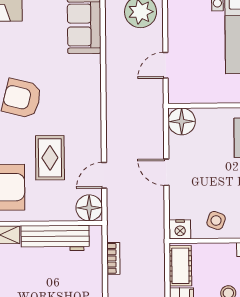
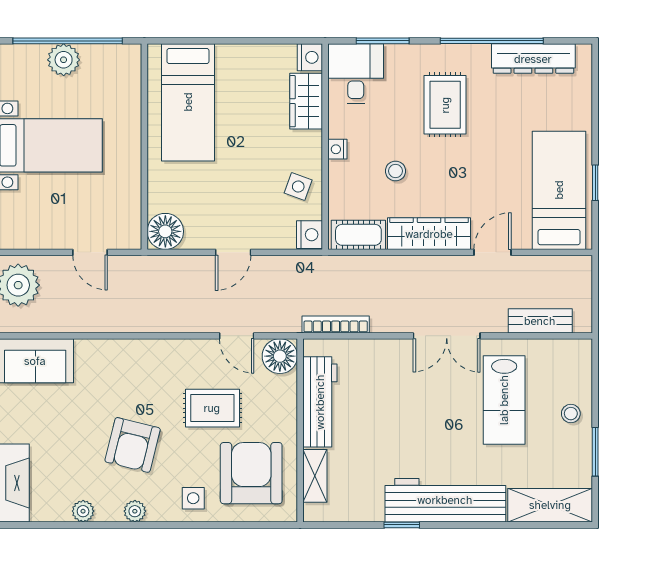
bookcase: (113, 258) -> (336, 324), width x1.56

